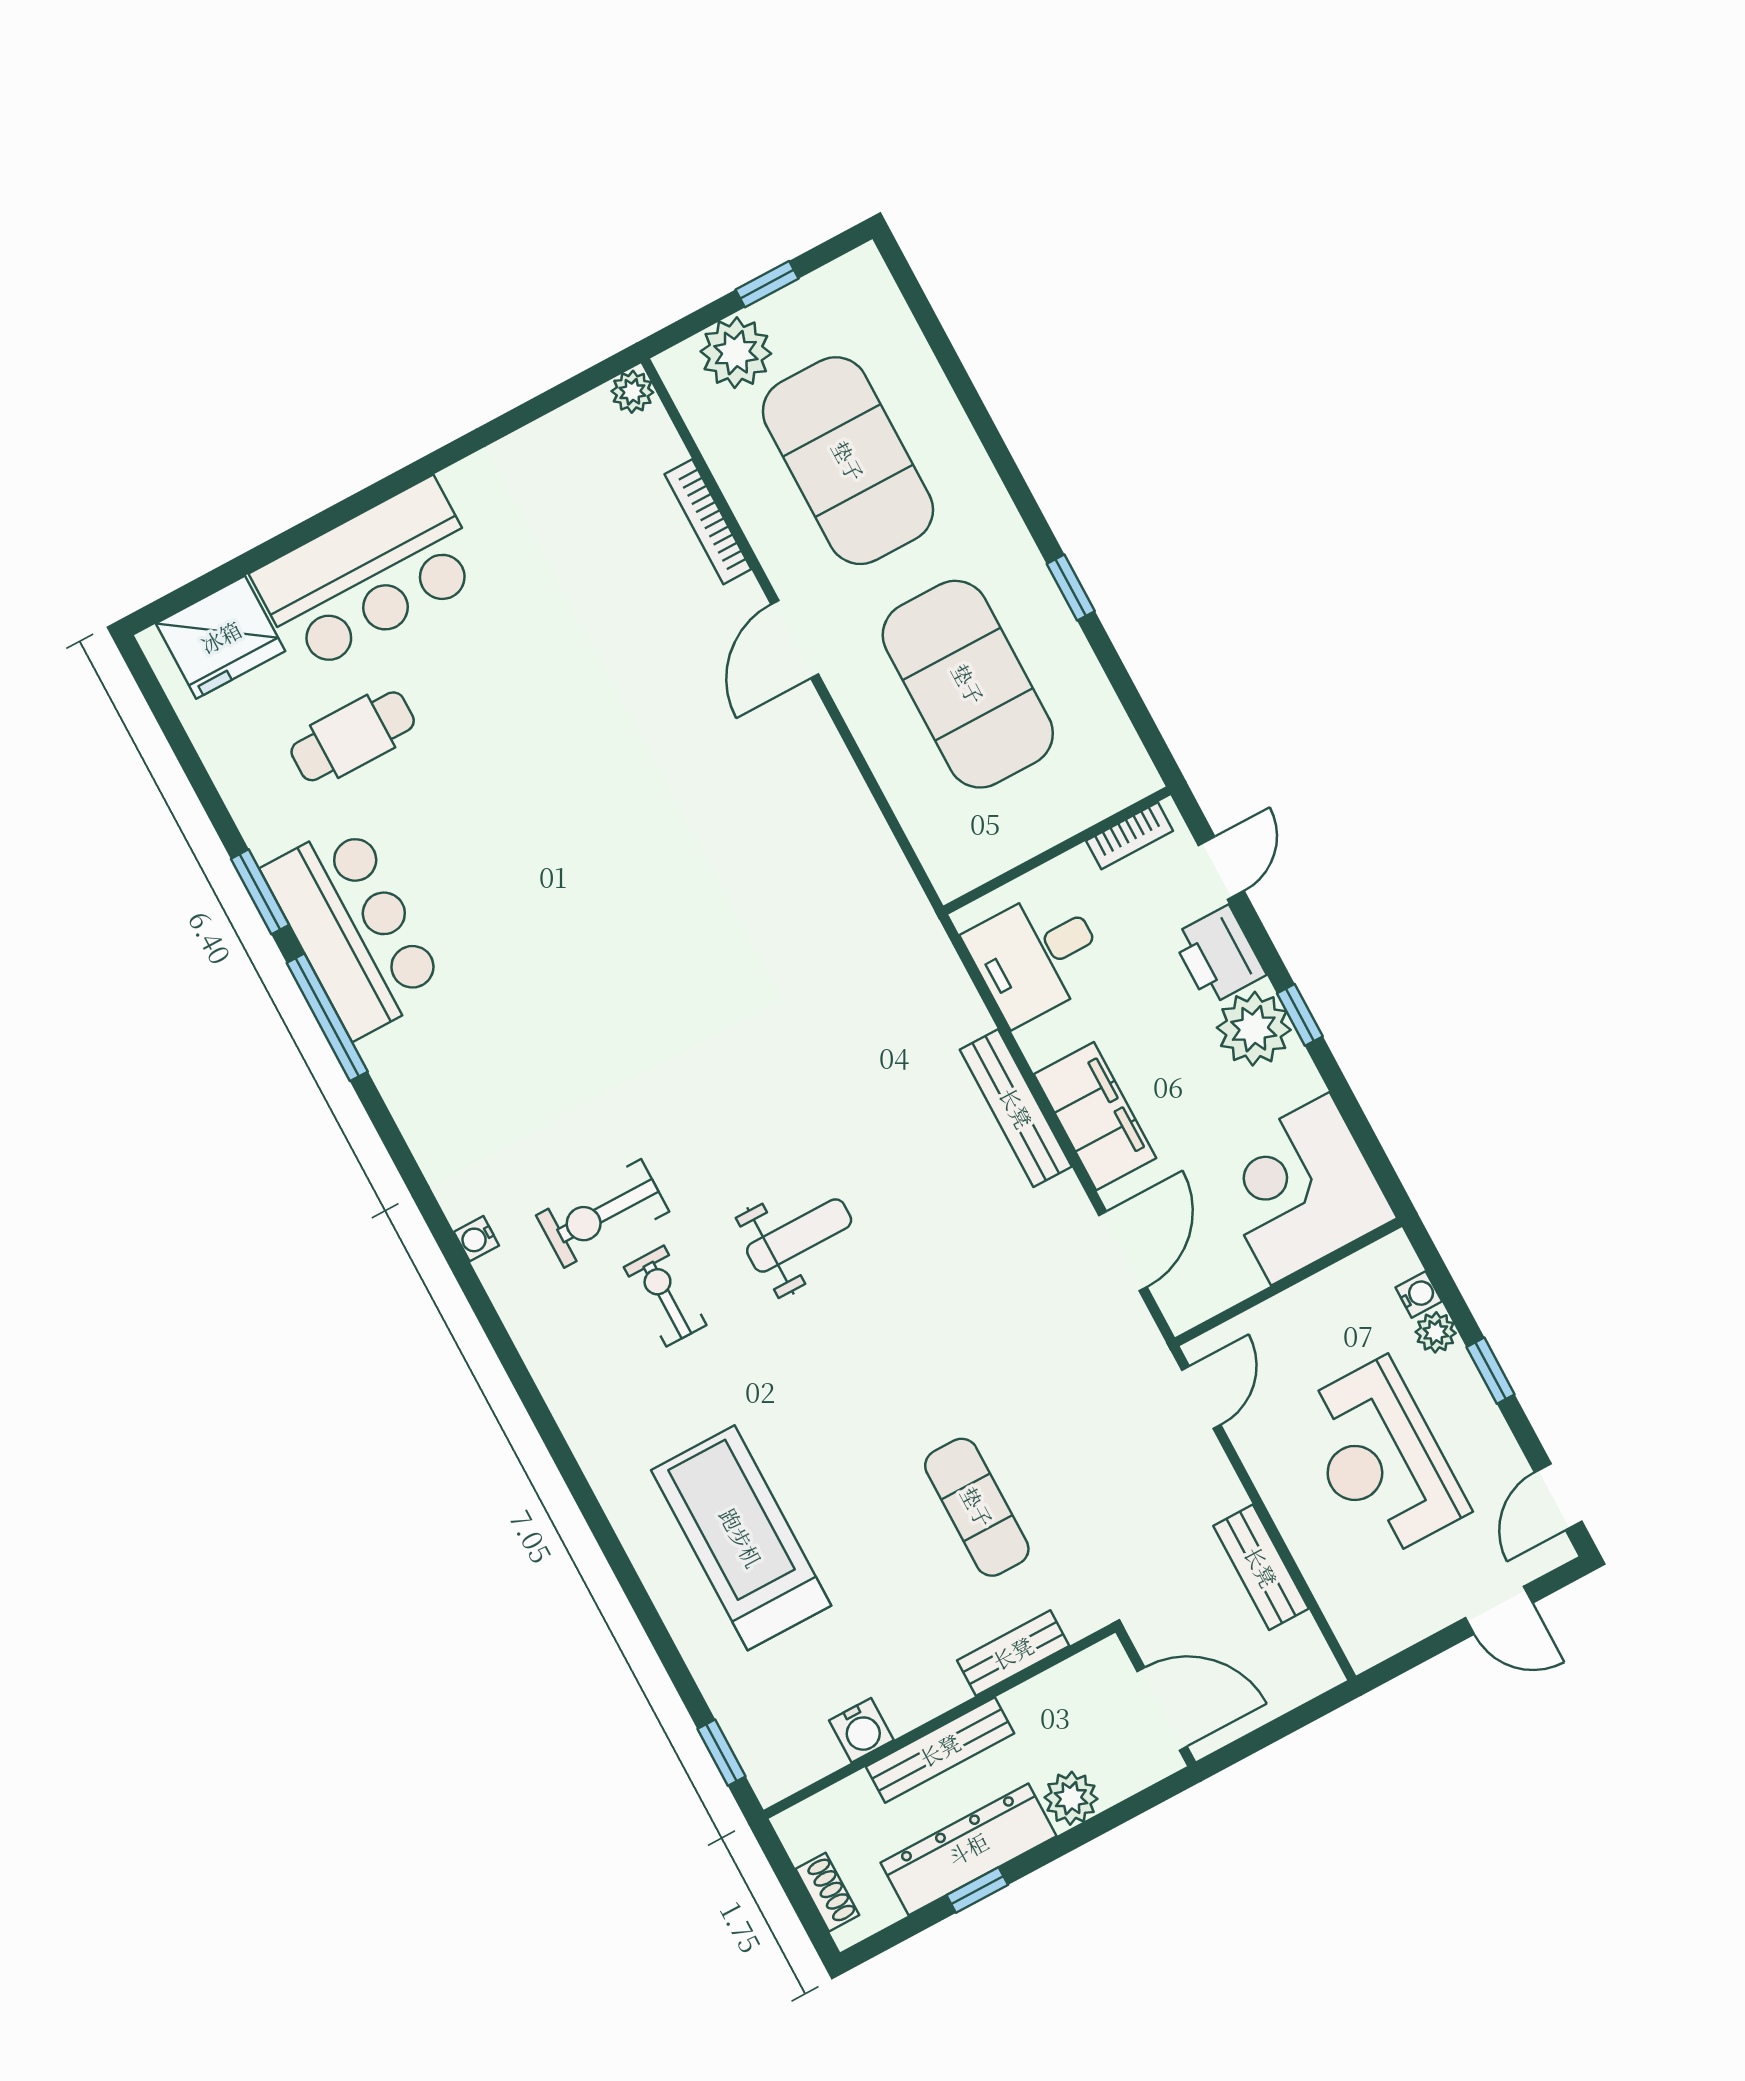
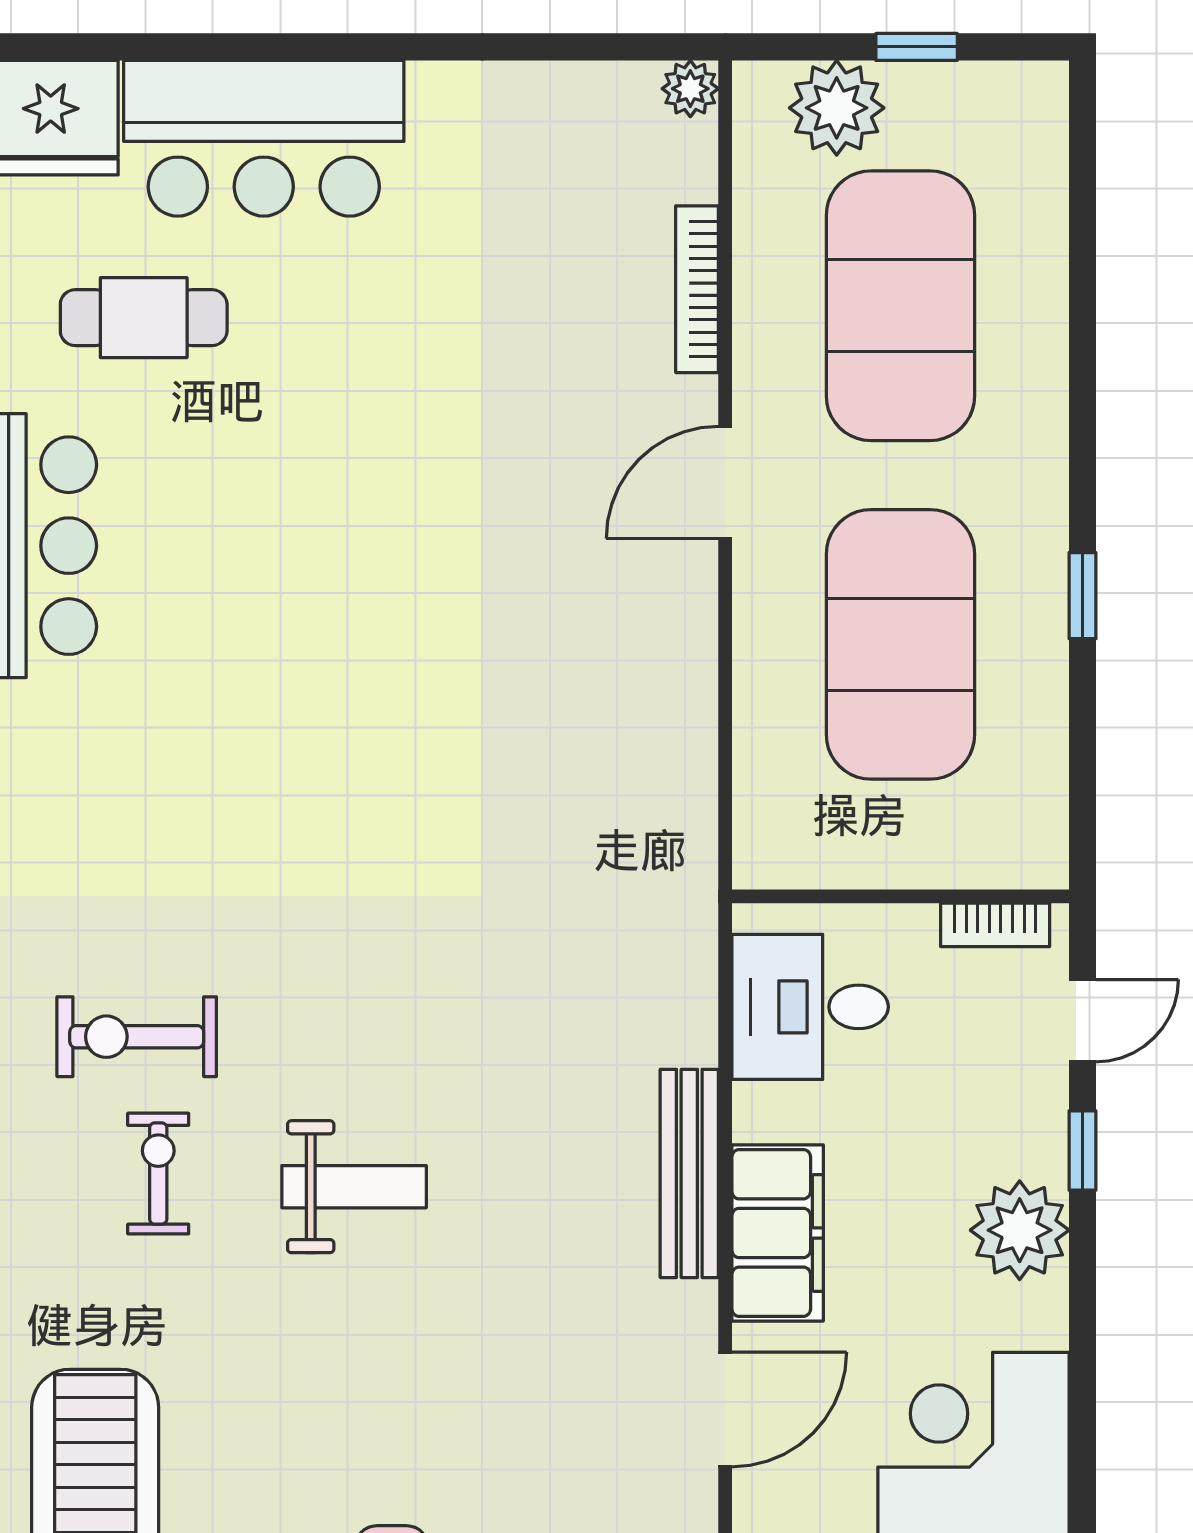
printer: (1219, 955) -> (1025, 1122), removed
window: (1300, 1015) -> (1082, 1151), moved

